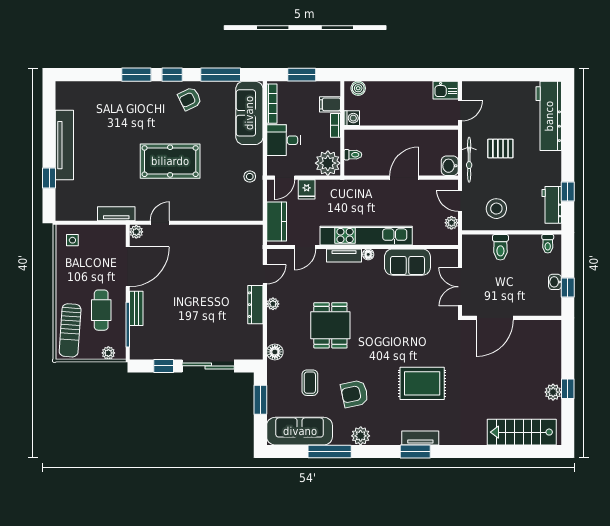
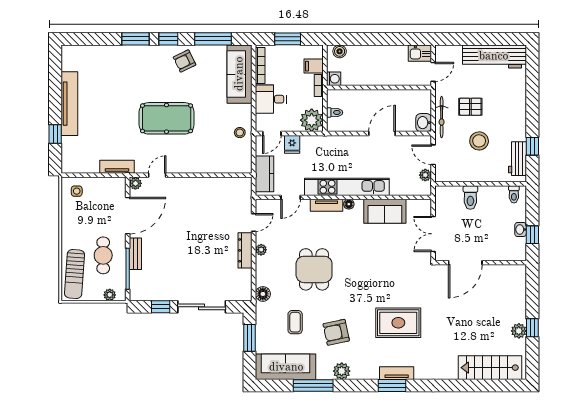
workbench: (549, 116) -> (494, 56), moved, turned -90
stool: (496, 209) -> (479, 141), moved

